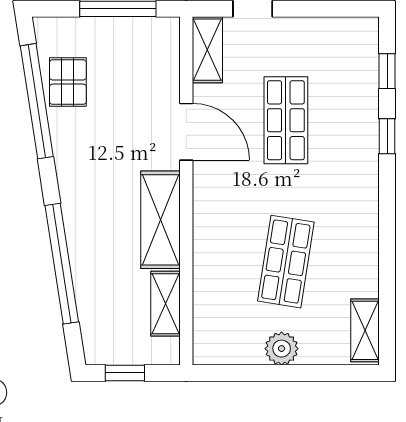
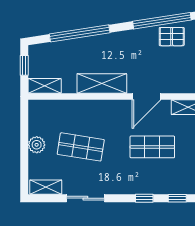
sliding door: (387, 252) -> (85, 198), added
shelving: (165, 304) -> (45, 86), moved

